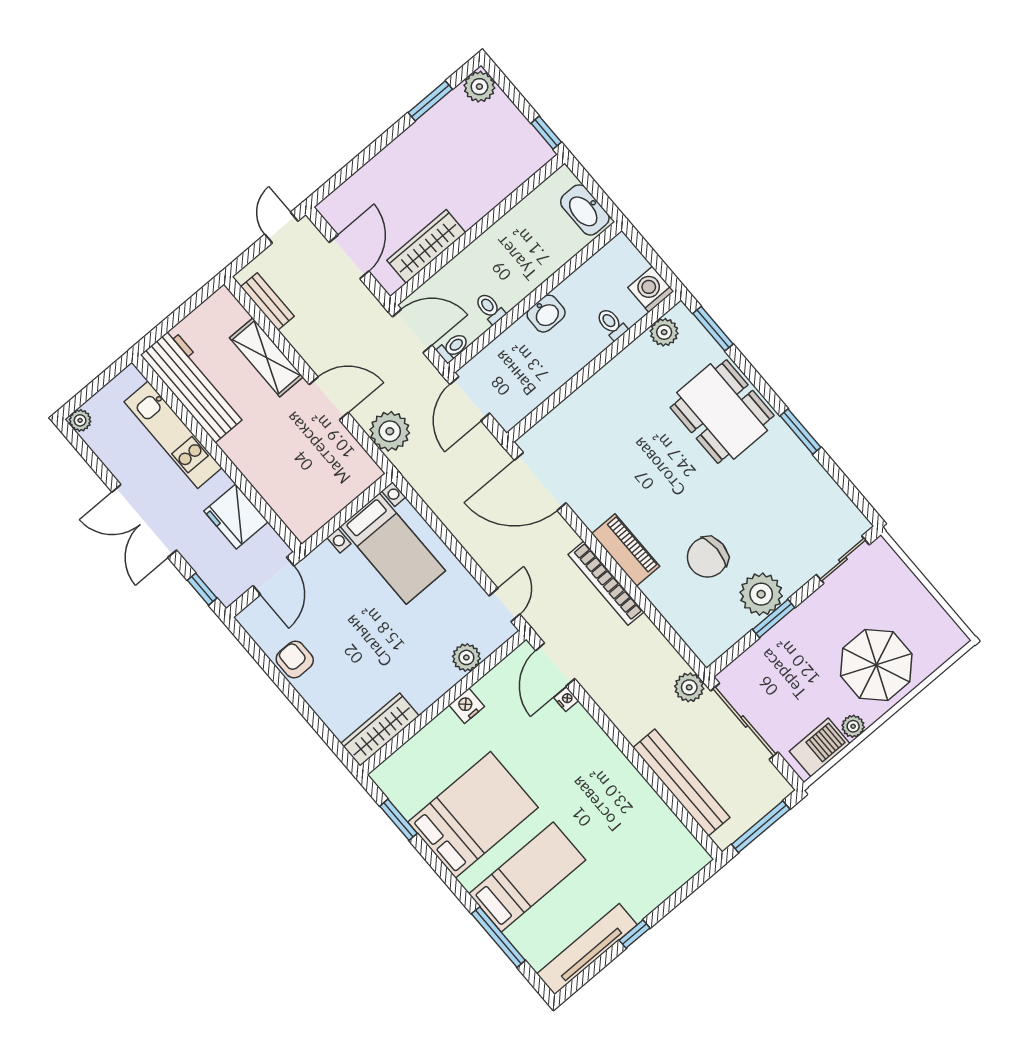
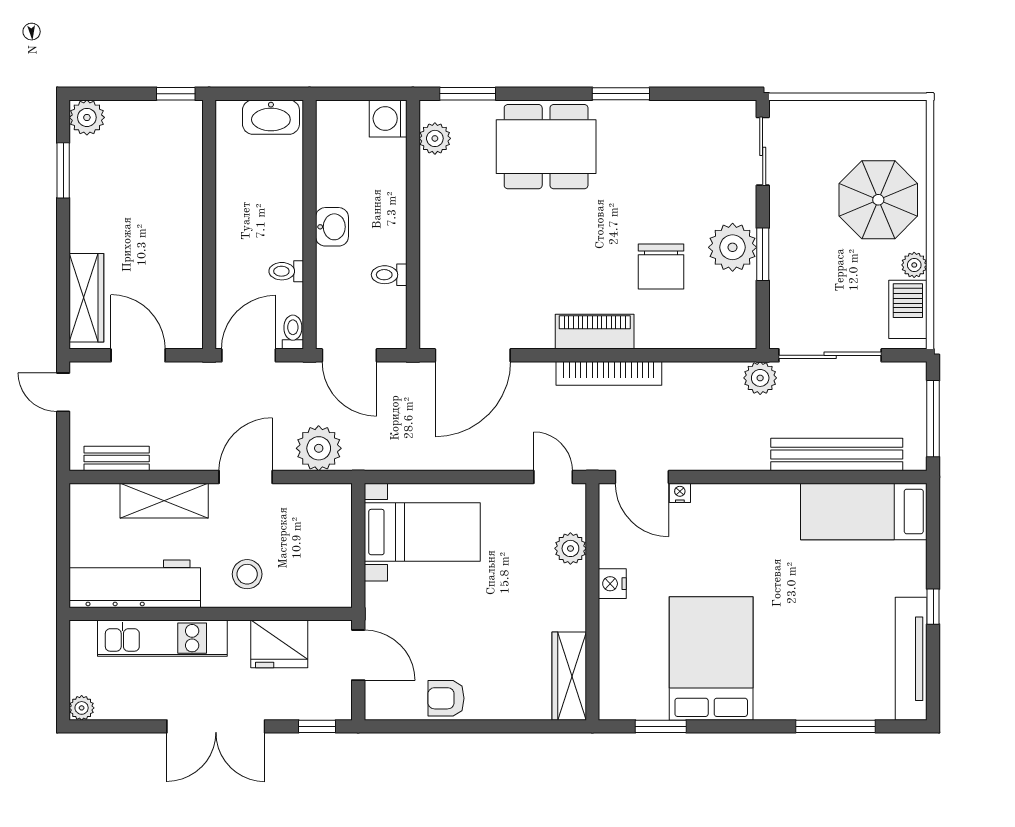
wardrobe: (426, 246) -> (86, 298), moved, turned 180
toilet: (612, 324) -> (389, 275), moved
stool: (264, 455) -> (247, 574), added
bed: (527, 877) -> (864, 511), moved, turned -90

